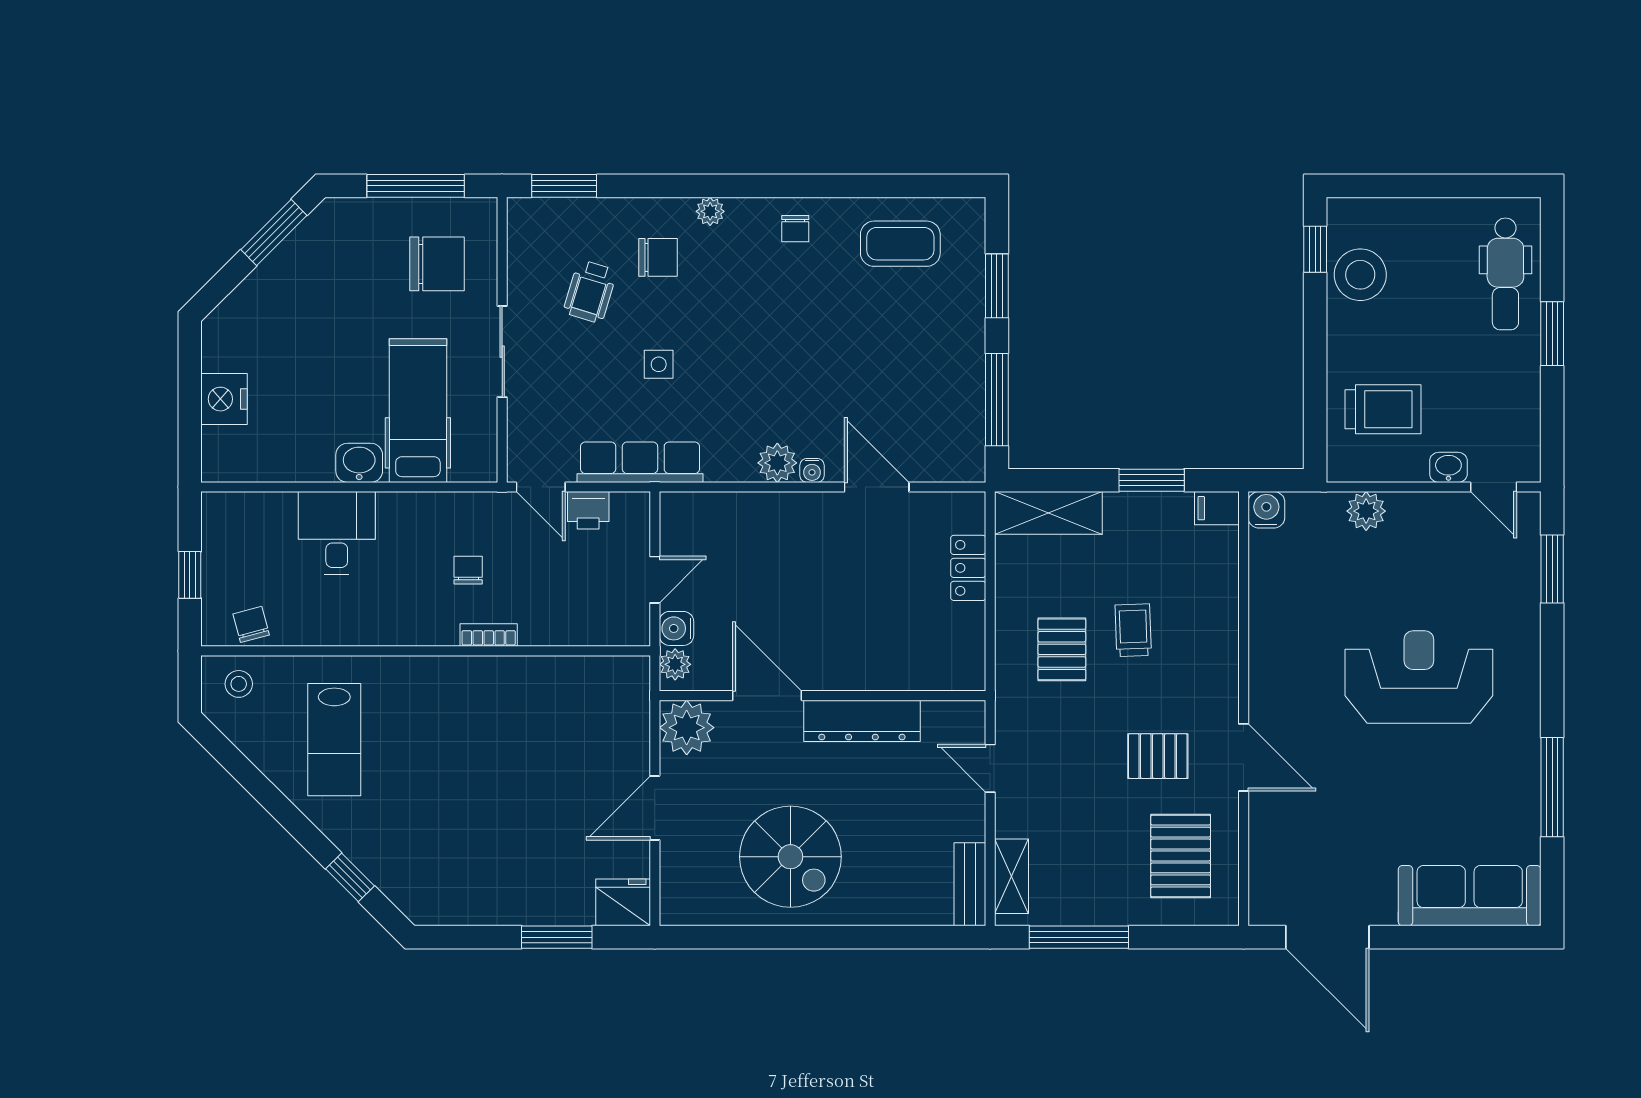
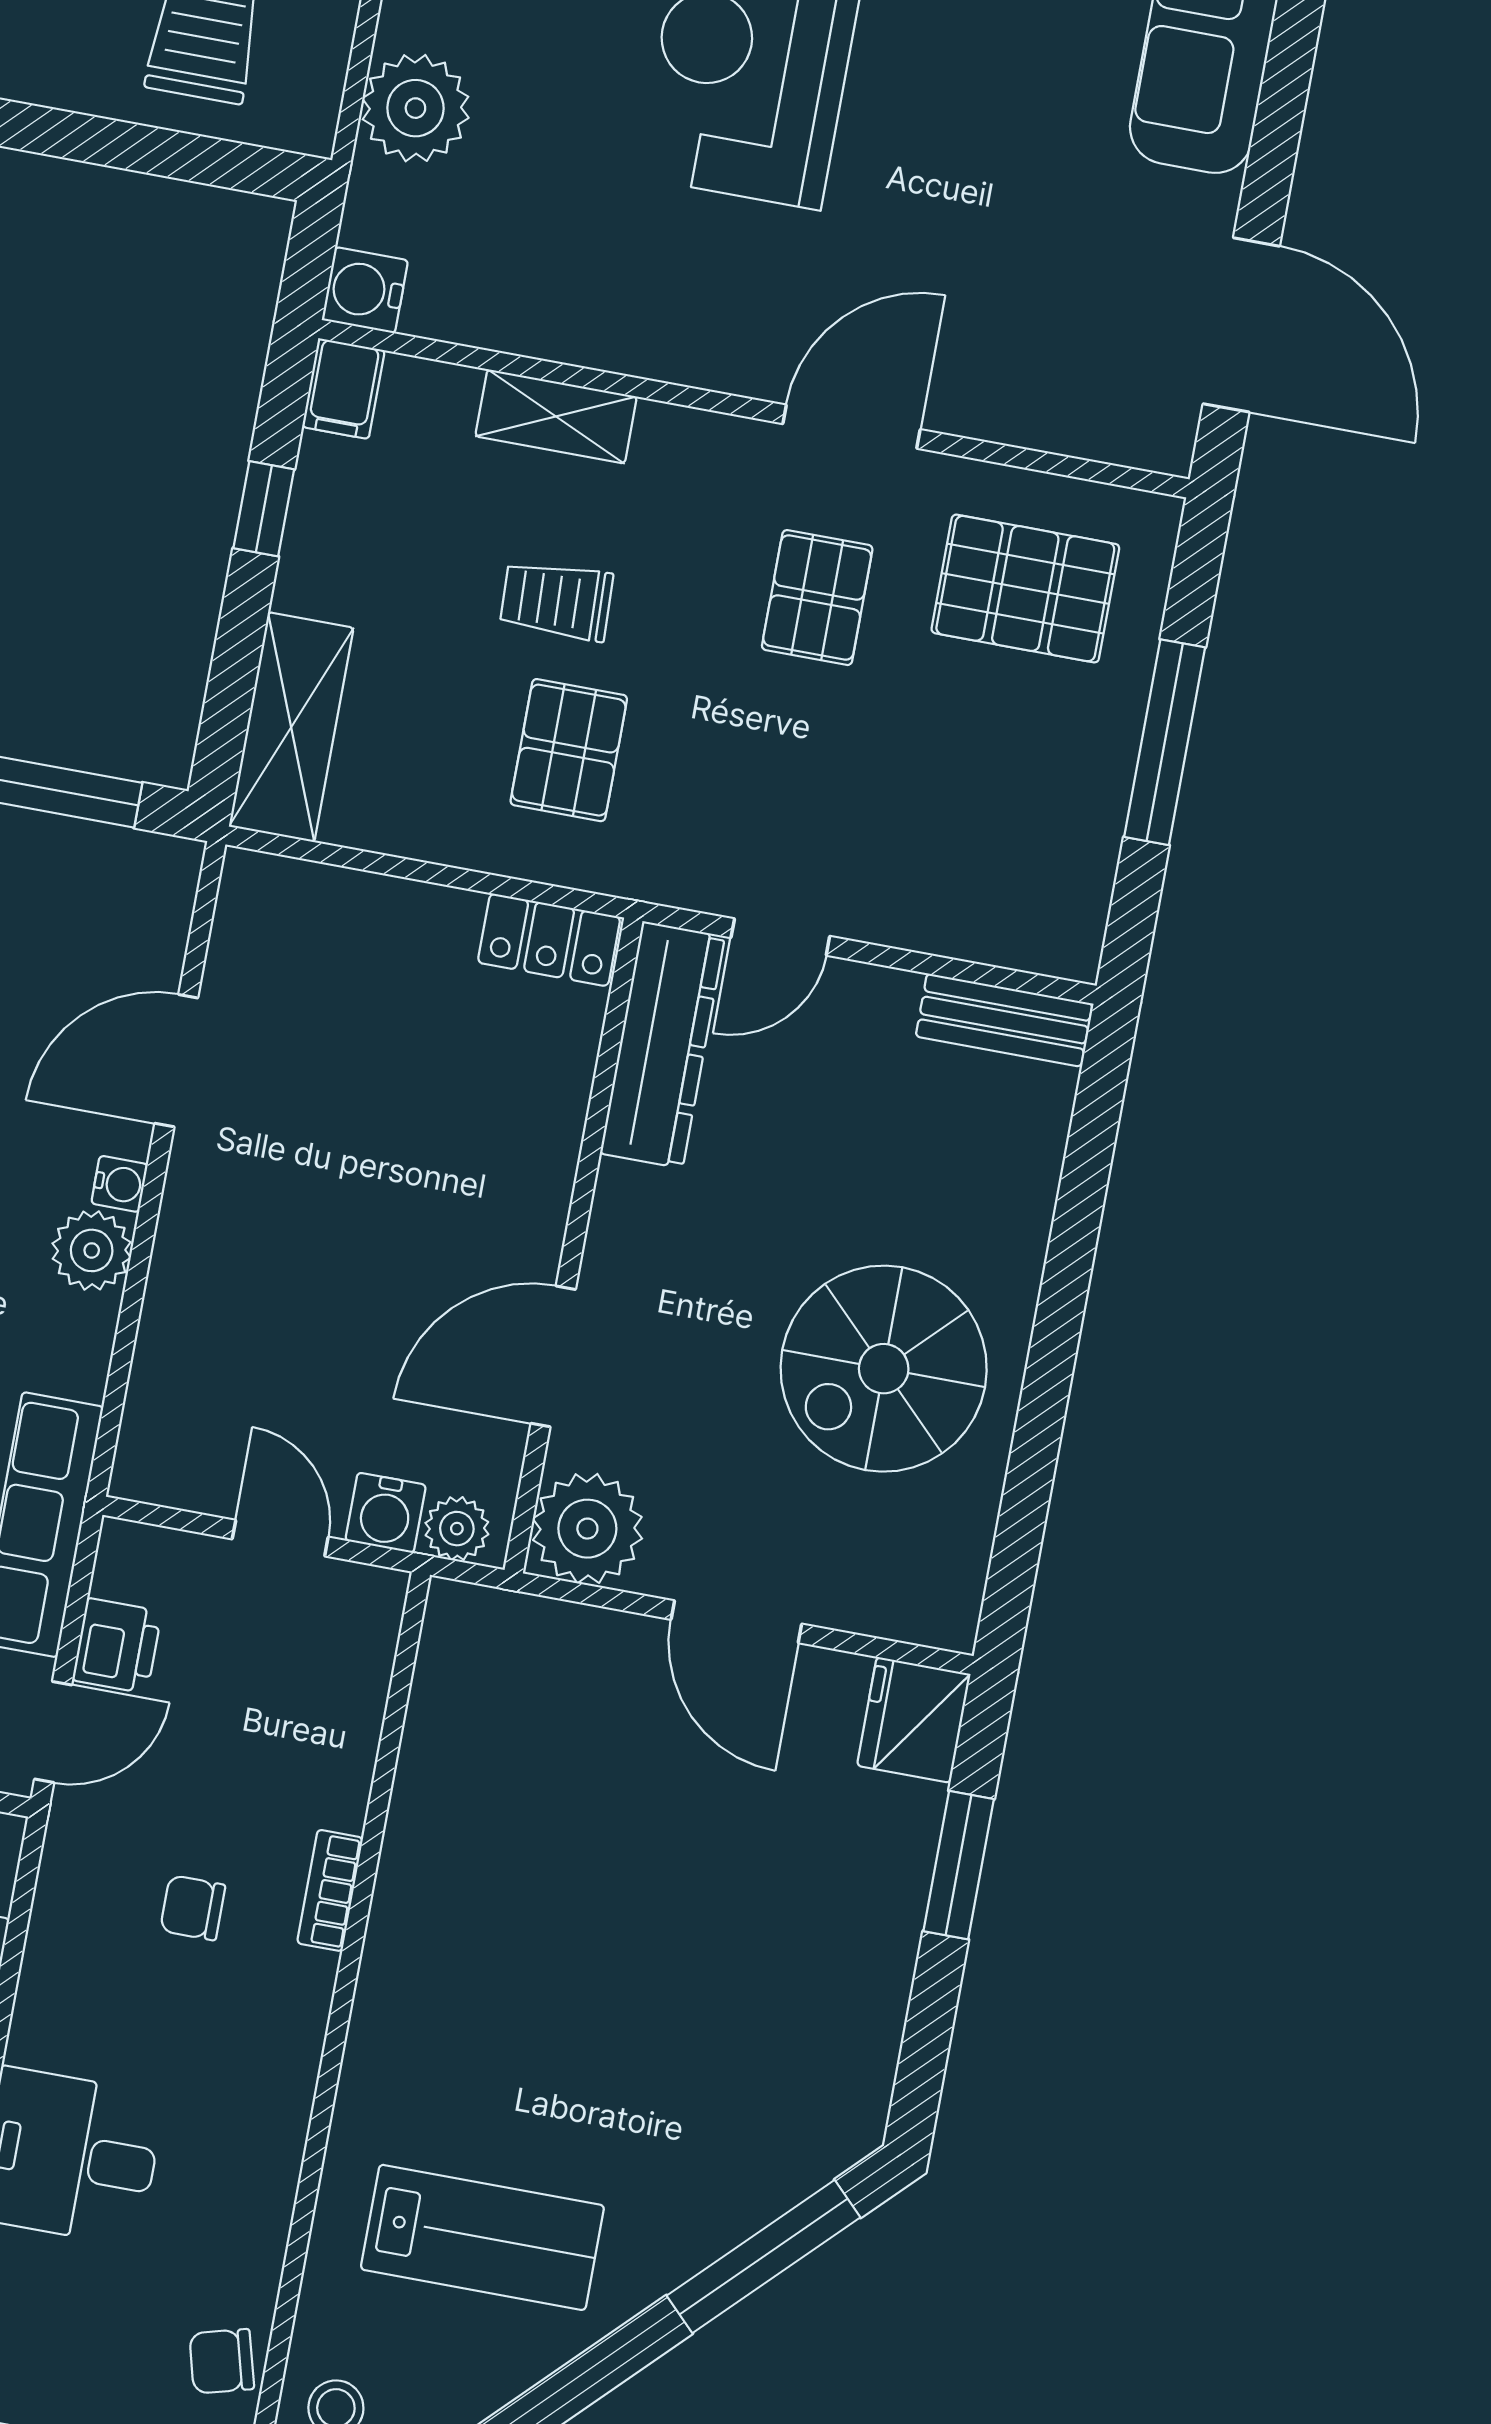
window: (1152, 480) -> (264, 509), width x0.67
plant: (1366, 511) -> (415, 108), width x1.36, depth x1.36
locker: (968, 568) -> (549, 940), moved
pallet: (1062, 649) -> (569, 750), turned 90
dresser: (862, 721) -> (662, 1045), moved
spiral stairs: (790, 857) -> (884, 1369), turned 180
shelving: (1011, 876) -> (556, 416), moved
window: (350, 877) -> (764, 2256), width x2.17
window: (1079, 937) -> (1165, 742), moved
door: (1327, 937) -> (1241, 325), hinge flipped

